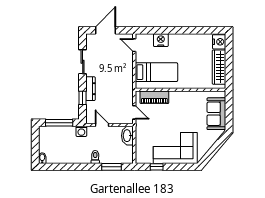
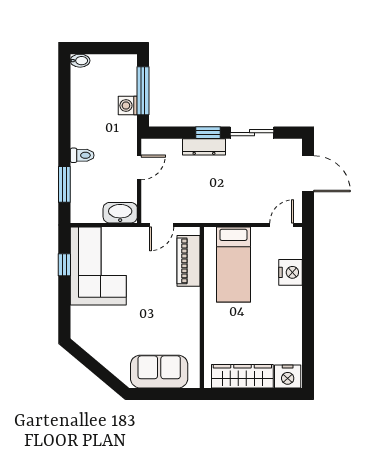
window: (83, 98) -> (208, 133), moved
washing machine: (81, 131) -> (128, 106), moved
corner sofa: (175, 148) -> (98, 266), moved

